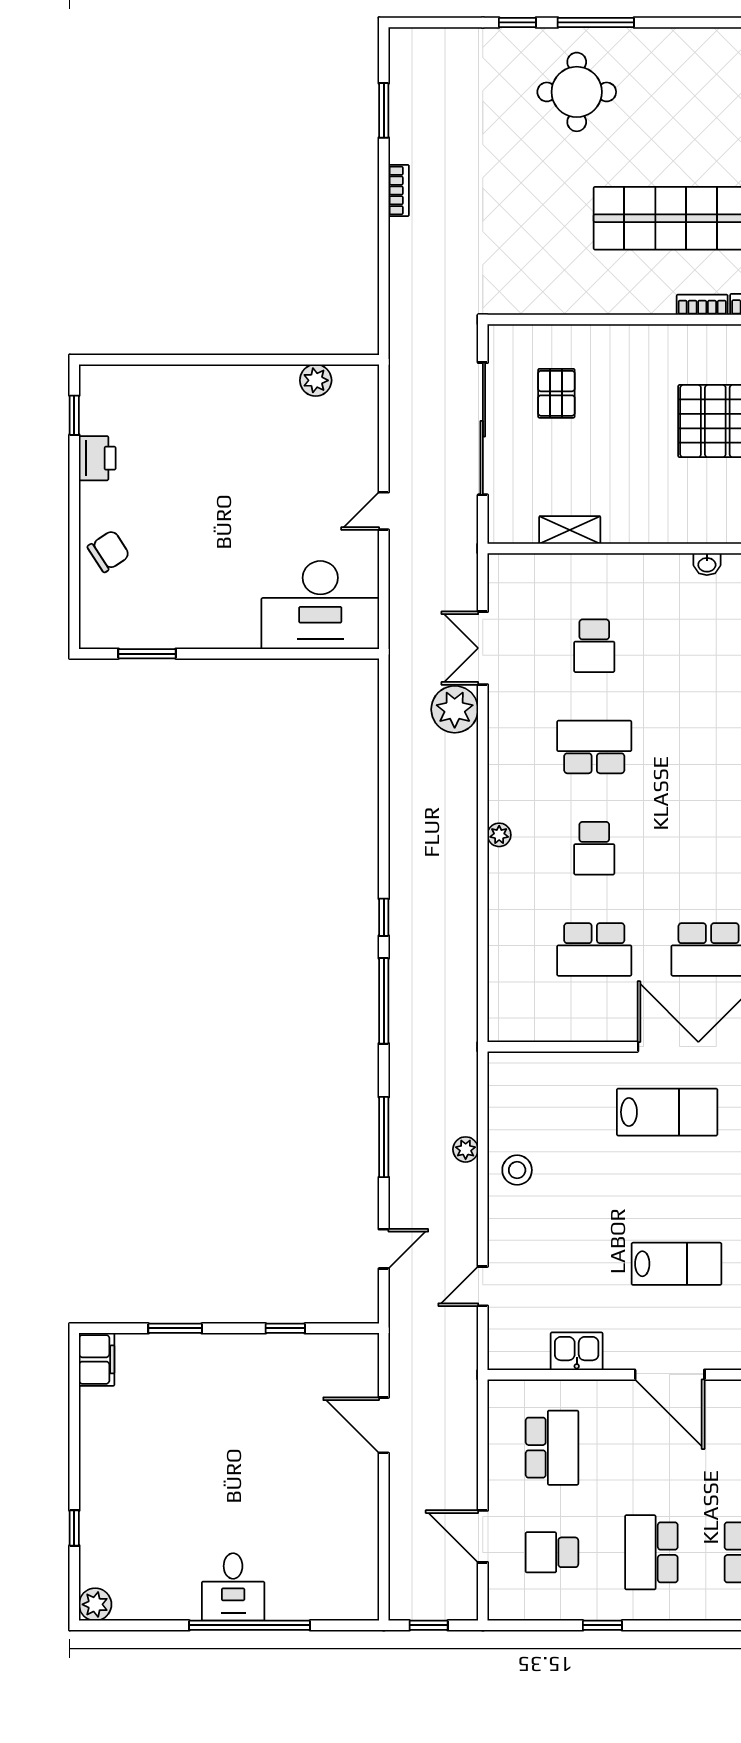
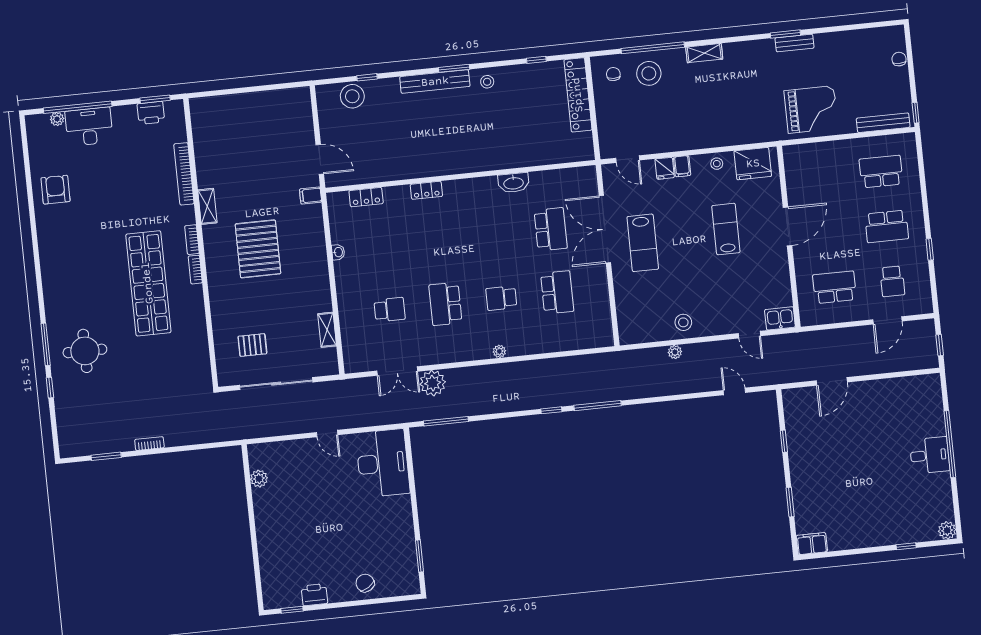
school desk: (594, 848) -> (501, 298), turned 180
lab bench: (667, 1112) -> (643, 243), turned 180
window: (384, 1137) -> (446, 421), moved
kitchen sink: (577, 1351) -> (780, 318), moved, turned 90

